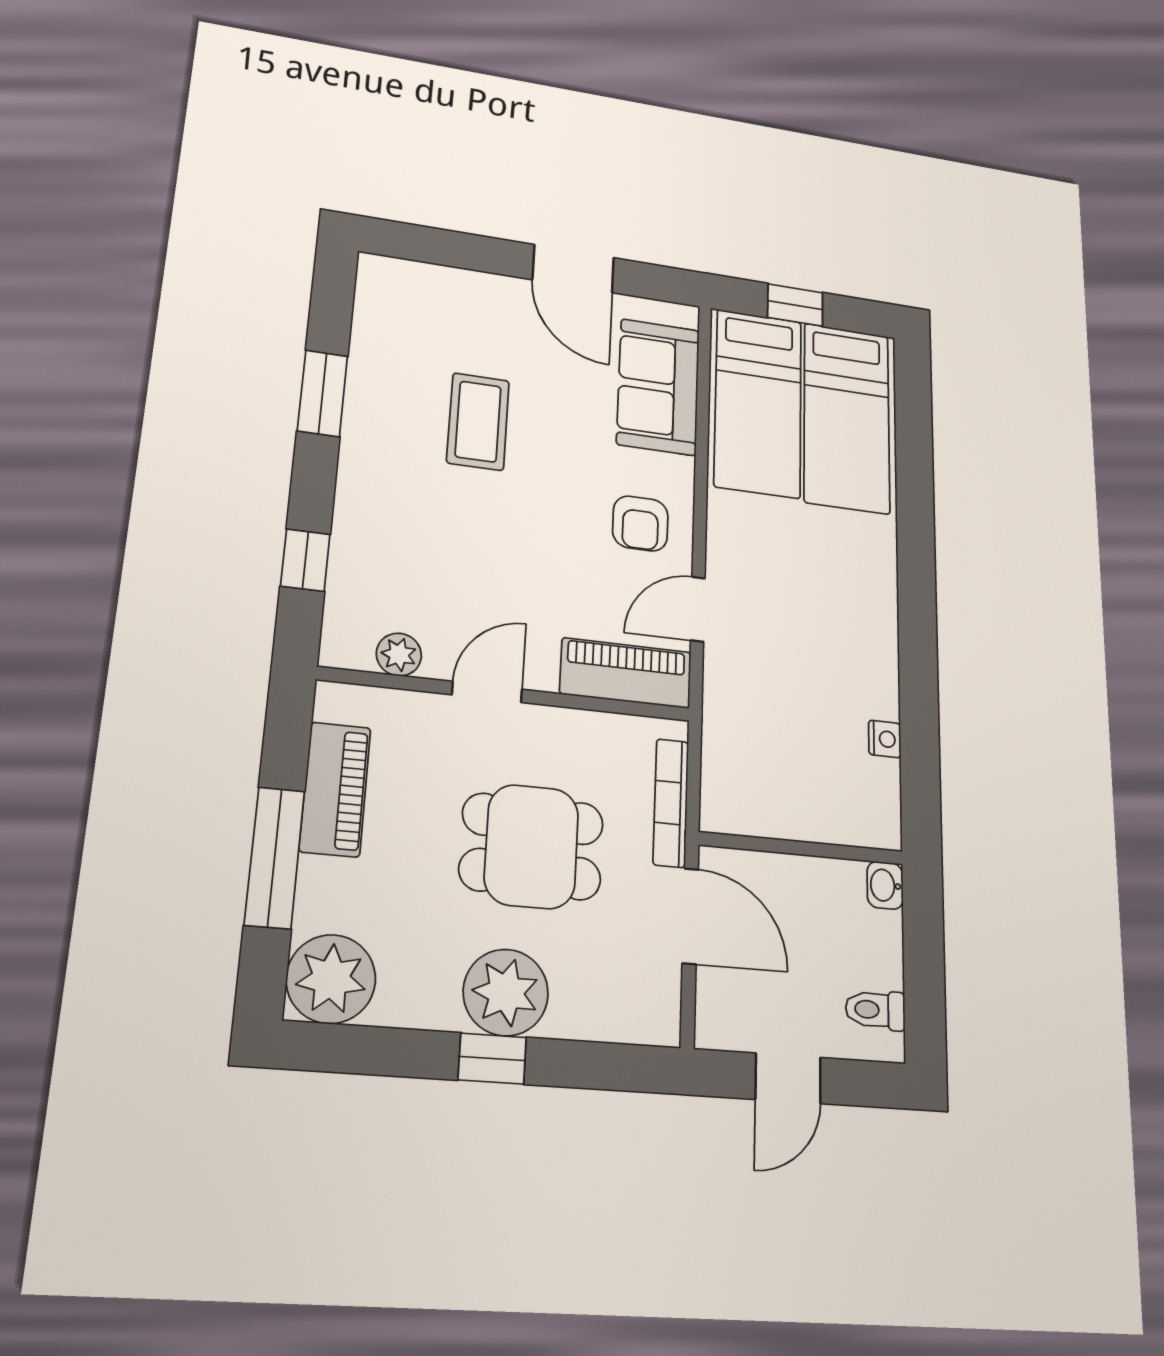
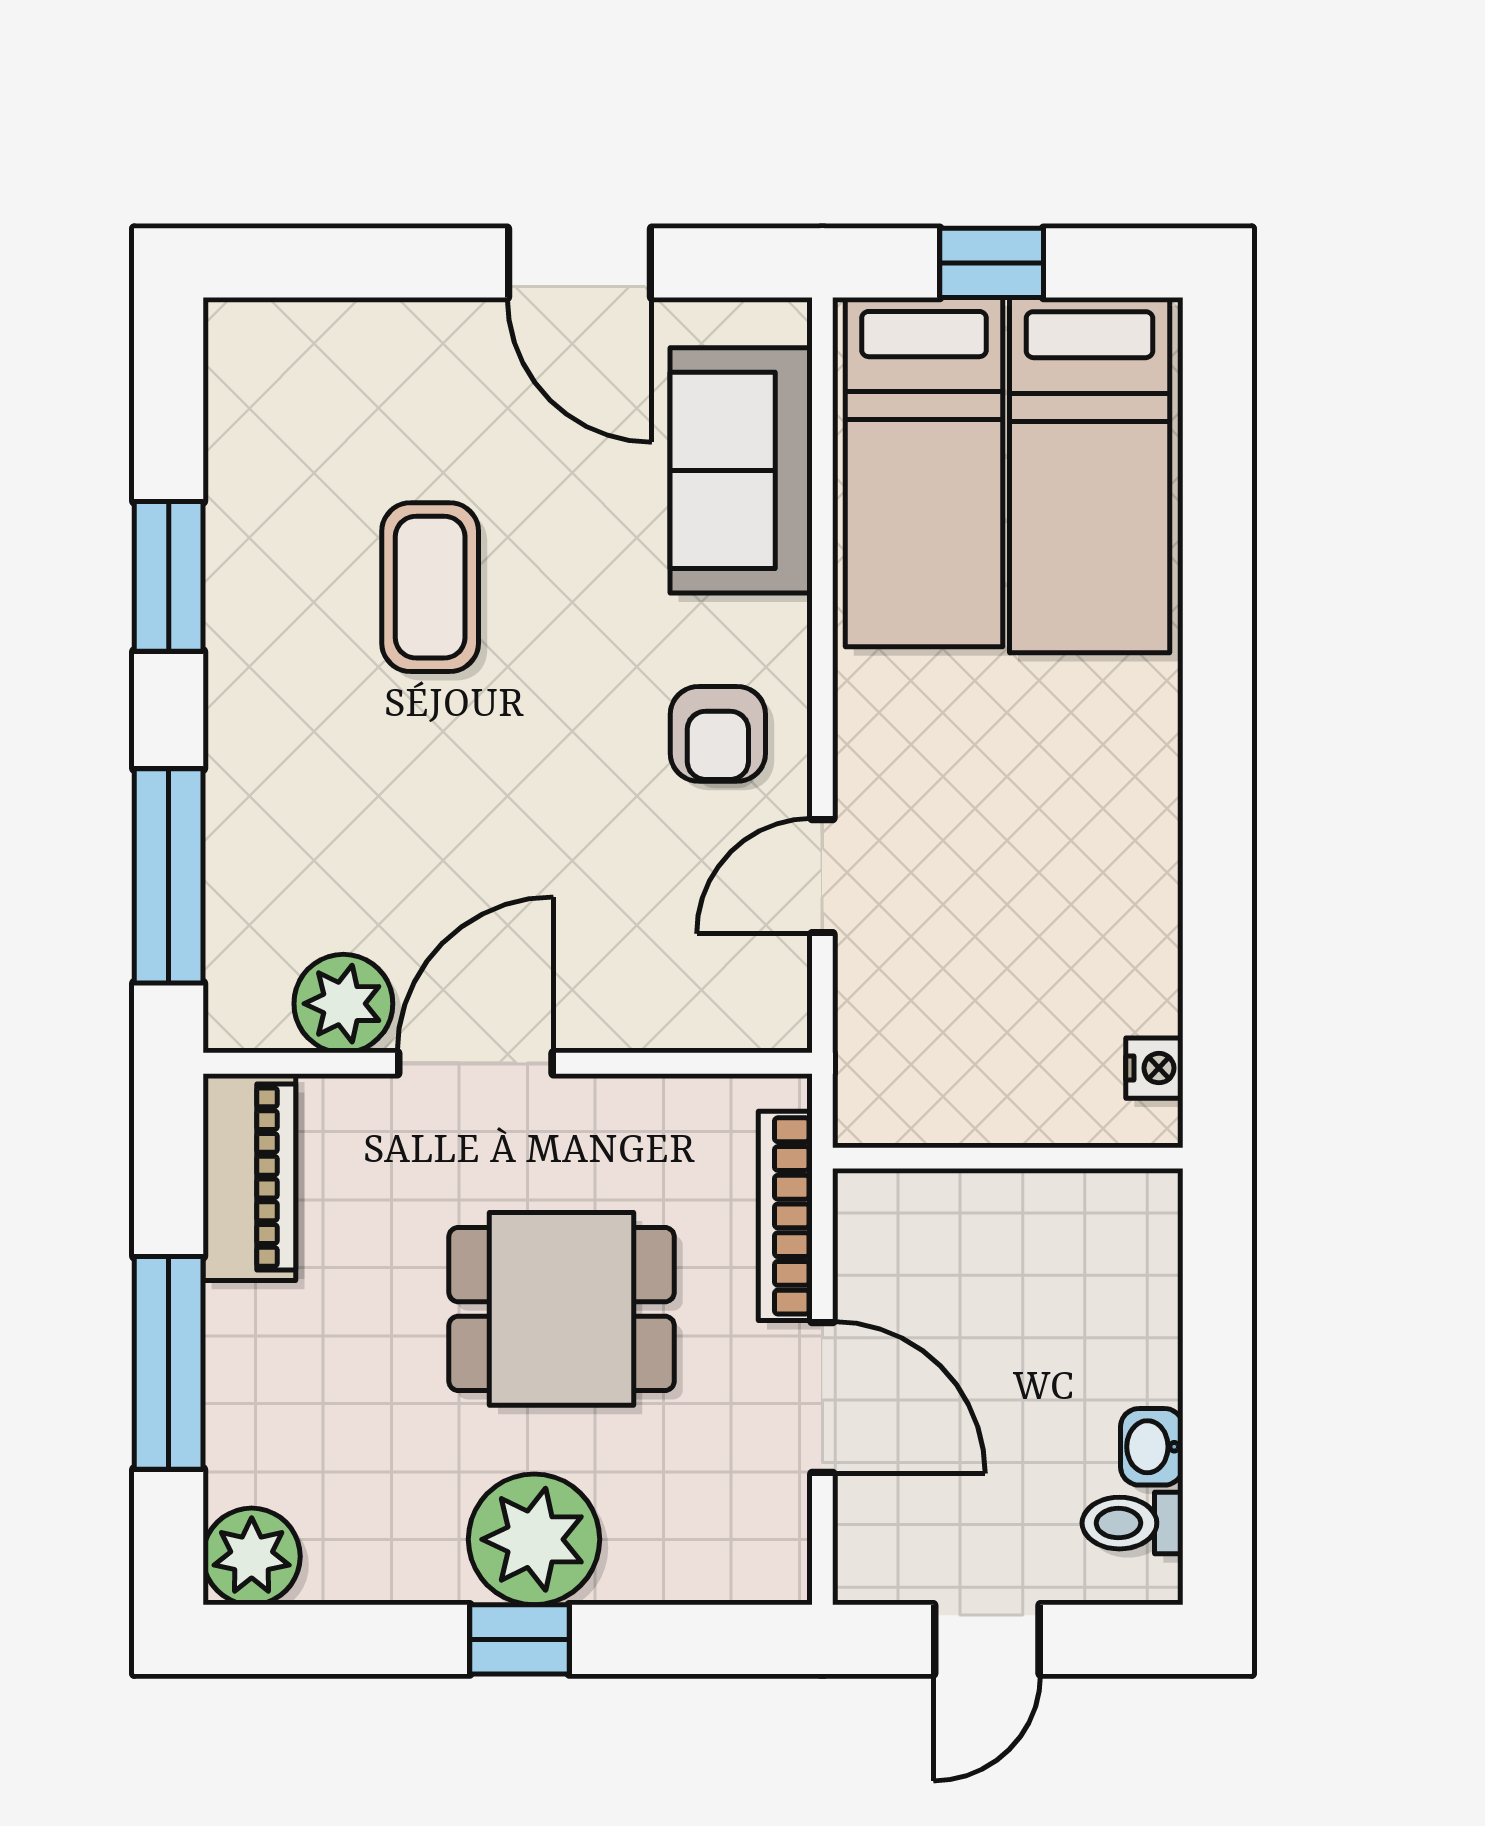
window: (305, 560) -> (169, 876), width x2.17
plant: (399, 655) -> (343, 1004), width x1.38, depth x1.38
piano: (626, 673) -> (703, 1004), removed
door: (487, 692) -> (475, 1063), width x1.37
piano: (335, 789) -> (249, 1177), moved
wall: (802, 848) -> (1008, 1158), moved
washbasin: (885, 885) -> (1152, 1447), moved
plant: (331, 979) -> (252, 1556), width x0.73, depth x0.73

